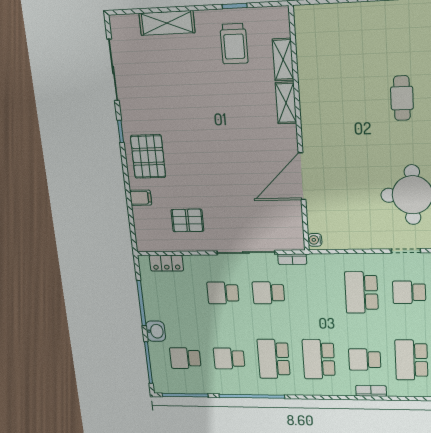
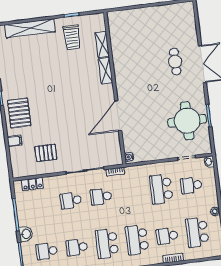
shelving: (167, 23) -> (30, 28), width x1.47

